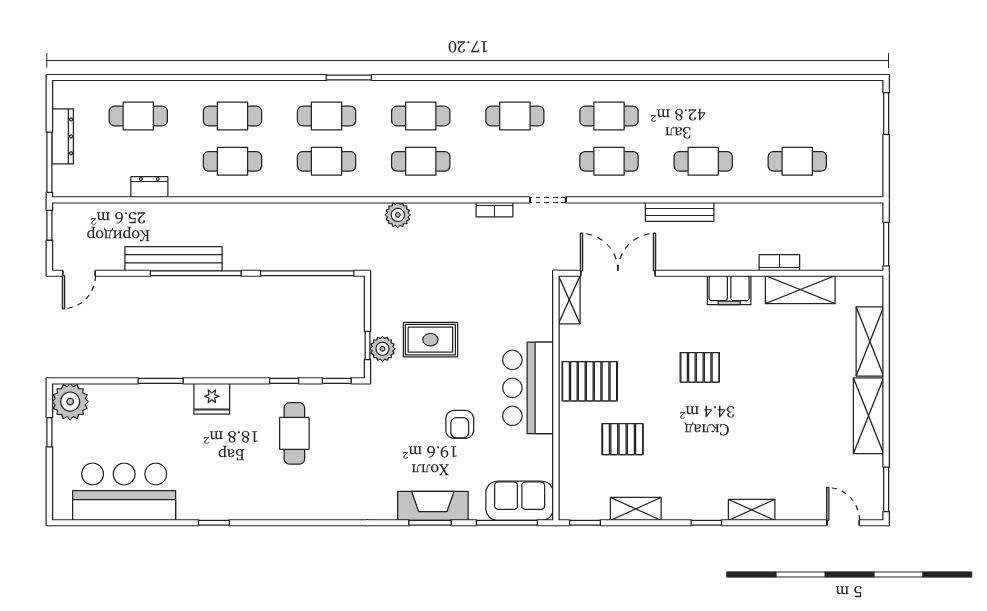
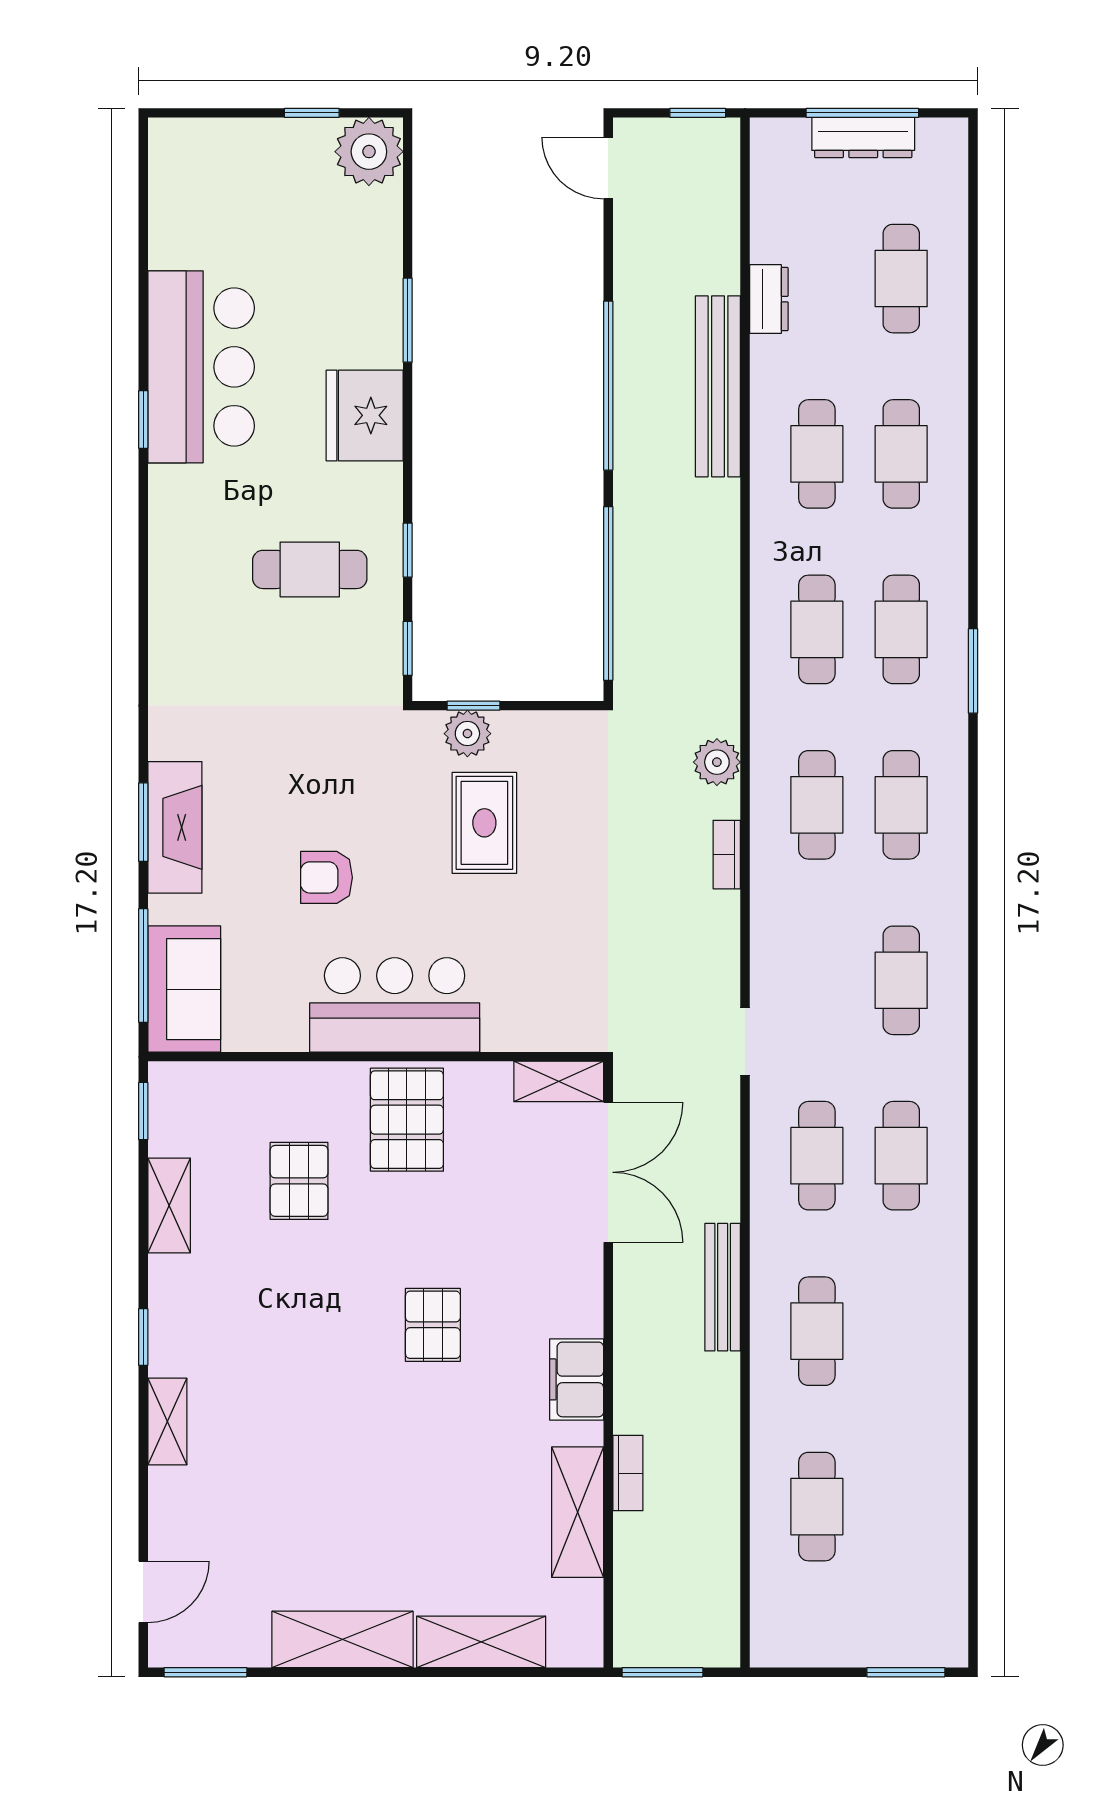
window: (49, 162) -> (862, 113), moved
bookcase: (494, 210) -> (727, 855), moved
bench: (173, 259) -> (718, 386), moved
fridge: (212, 399) -> (365, 415), width x1.36, depth x1.34
bar counter: (124, 492) -> (201, 367), moved

